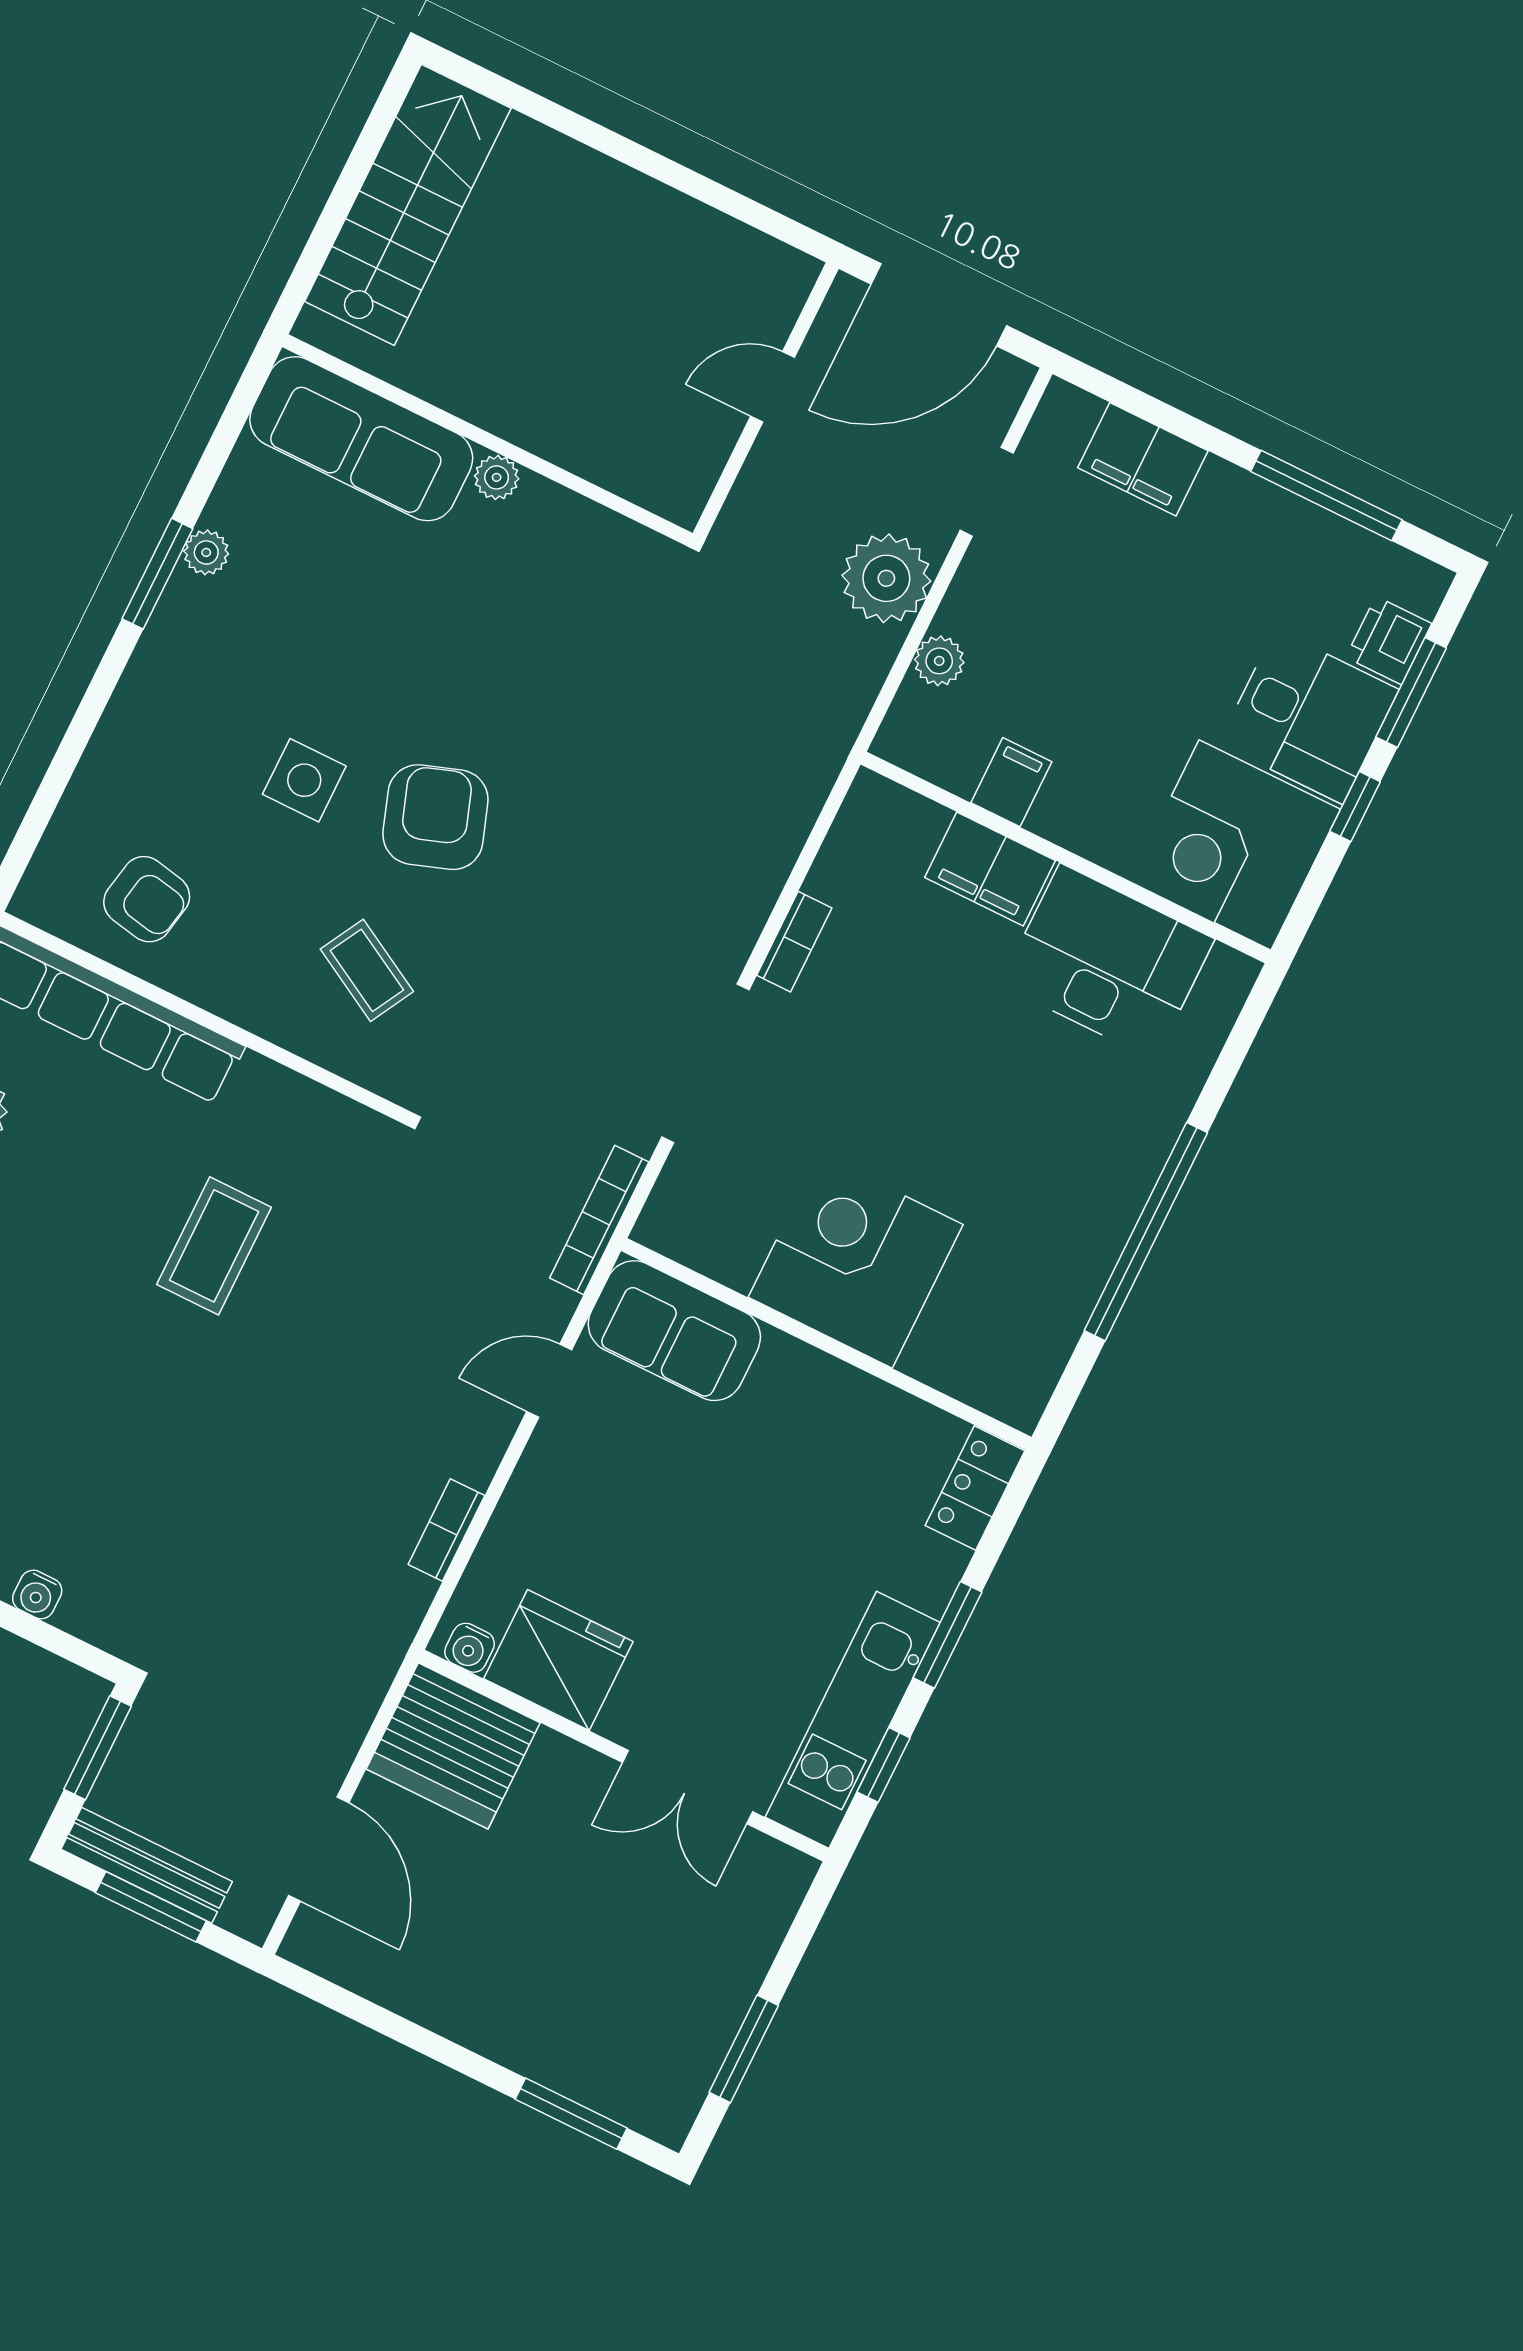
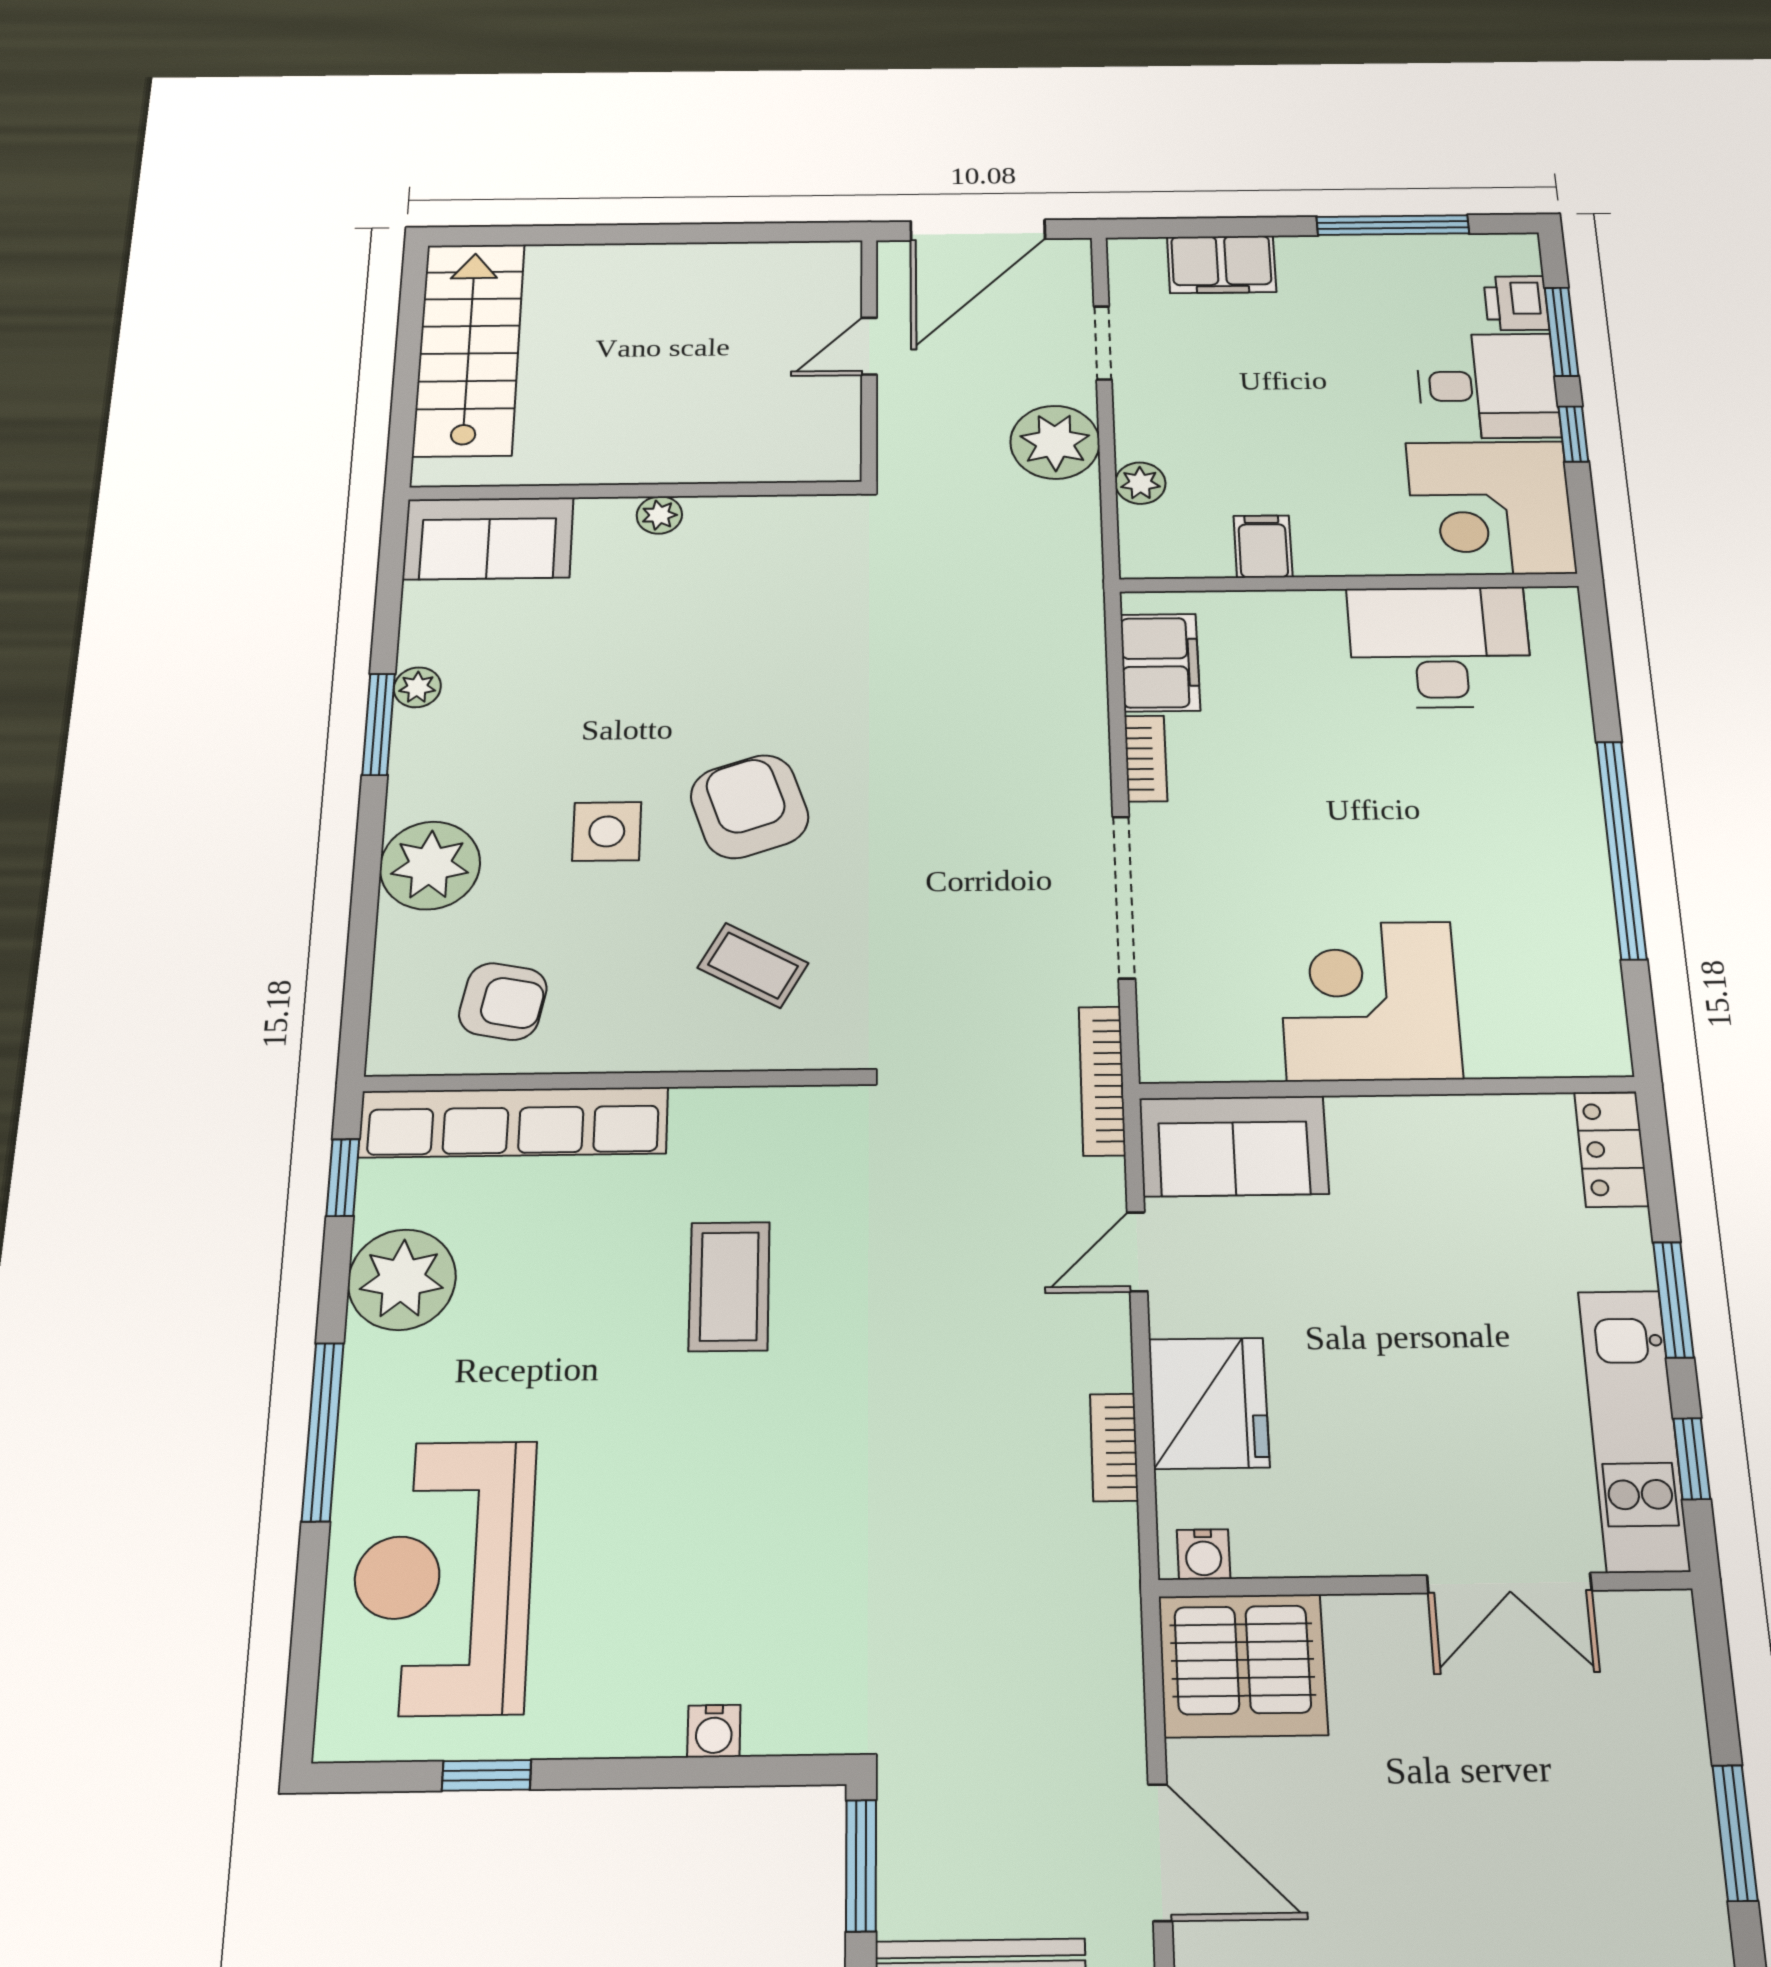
sofa: (361, 439) -> (488, 538), width x0.73
plant: (142, 738) -> (430, 865), added
filing cabinet: (990, 869) -> (1160, 663), moved, turned -90
fridge: (558, 1660) -> (1209, 1403), moved, turned 90

